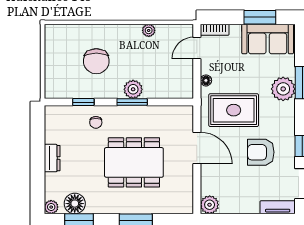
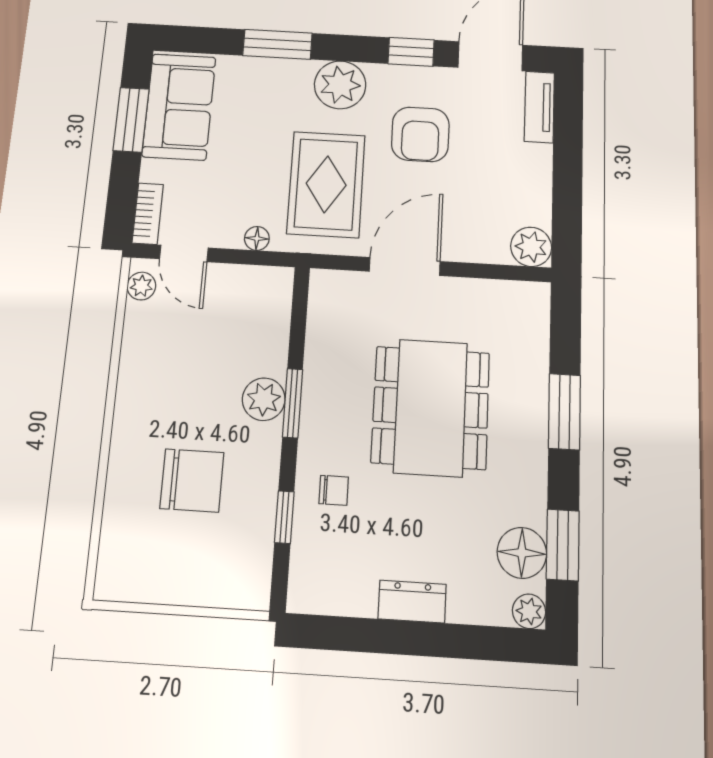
plant: (149, 30) -> (141, 286), moved
plant: (283, 89) -> (340, 85), moved

